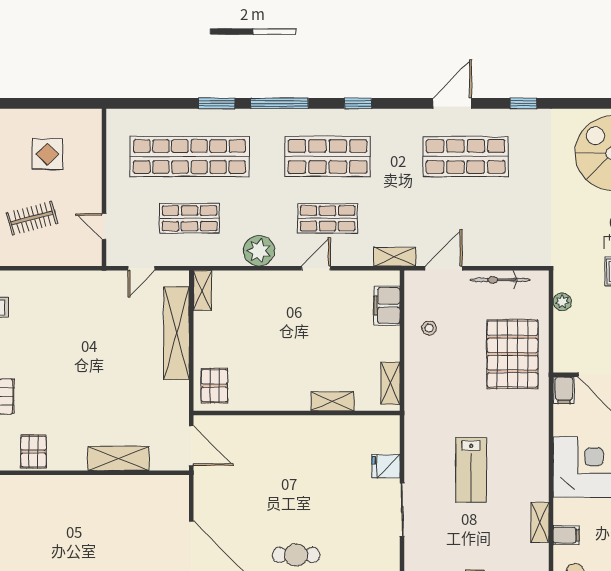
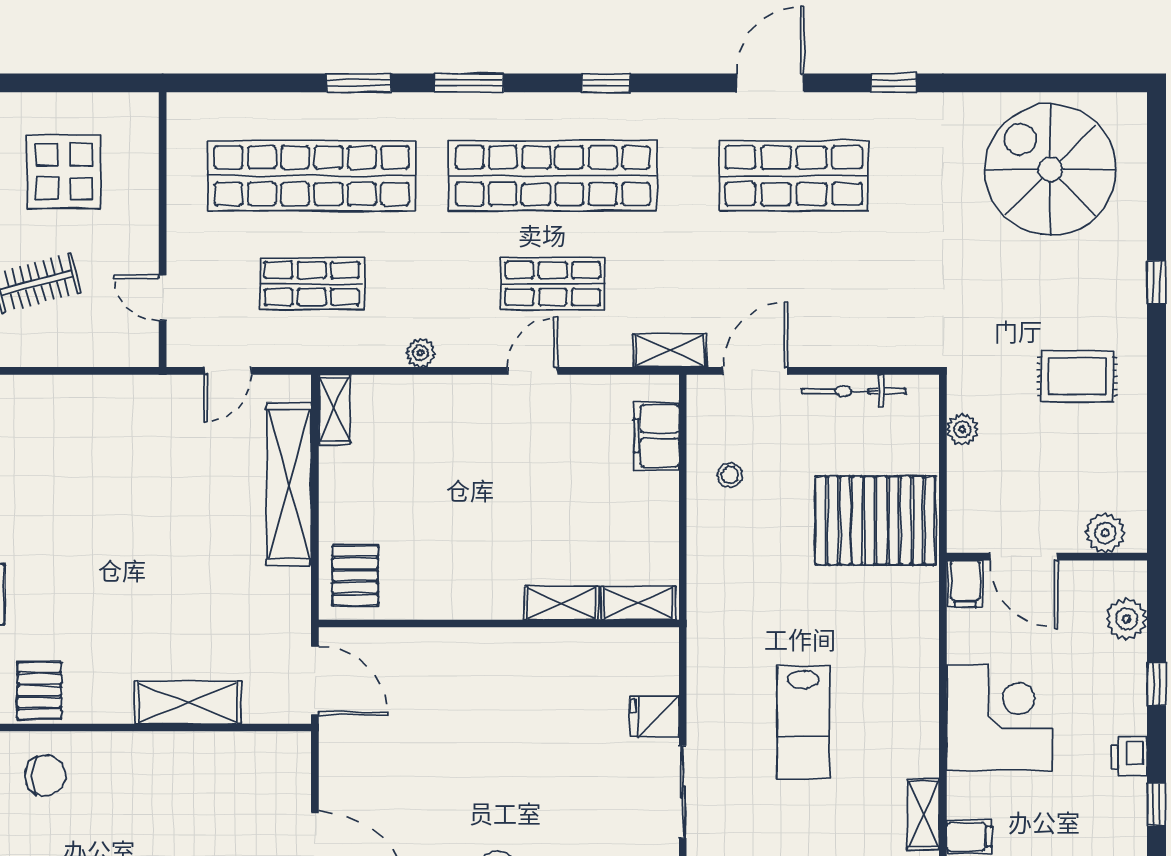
window: (279, 103) -> (469, 83), width x0.69
display table: (47, 154) -> (64, 172), width x1.36, depth x1.36
shop shelf: (328, 157) -> (553, 176), width x1.40
plant: (259, 251) -> (420, 353), width x0.53, depth x0.53
pallet: (512, 354) -> (875, 520), turned 90
shelving: (390, 383) -> (639, 603), moved, turned 90
chair: (37, 500) -> (45, 775), added

